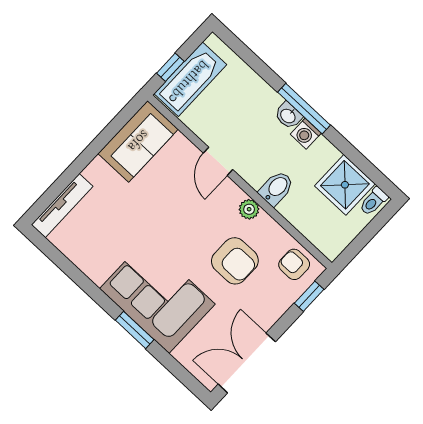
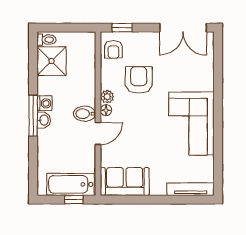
bidet: (276, 188) -> (84, 114), moved
floor lamp: (235, 194) -> (106, 110), added
corner sofa: (157, 296) -> (191, 124), moved
window: (135, 330) -> (218, 97), removed

